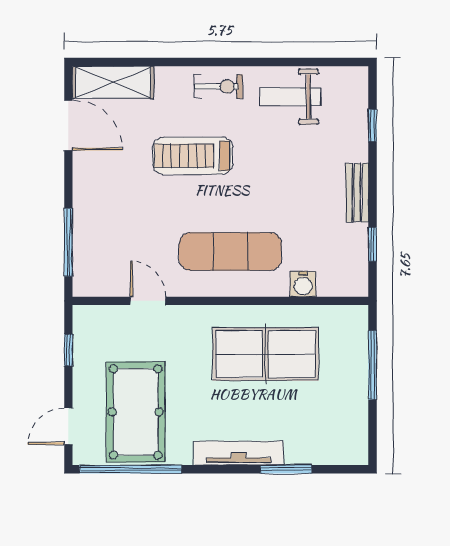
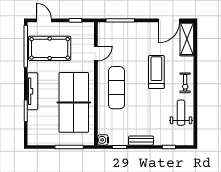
water cooler: (303, 284) -> (103, 140), moved
table tennis table: (266, 354) -> (74, 102), width x1.36, depth x1.32

